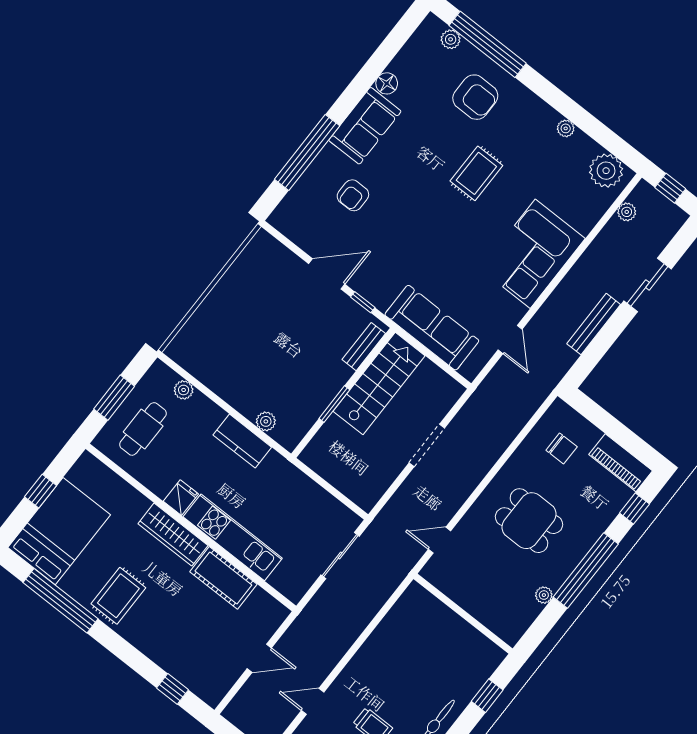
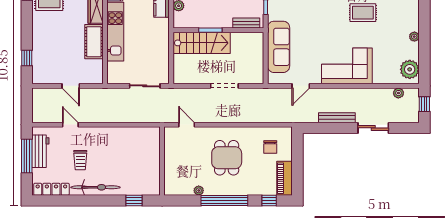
stairs: (379, 384) -> (202, 43), moved

